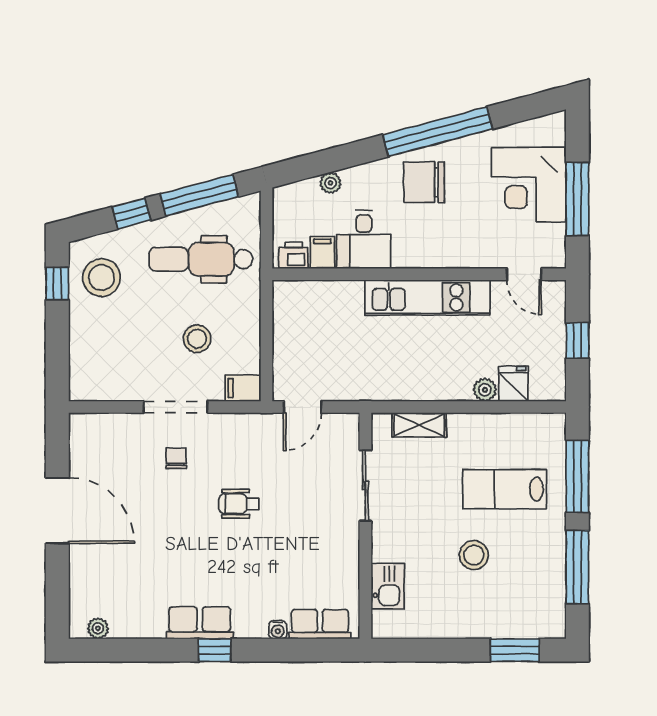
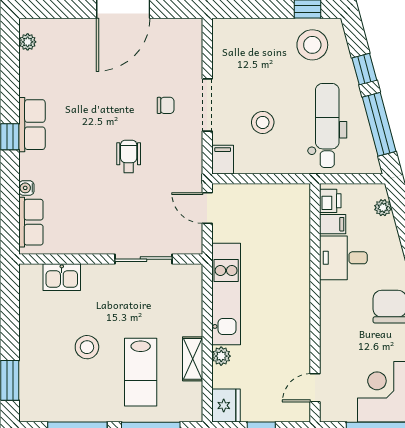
plant: (330, 183) -> (383, 208), moved
kitchen unit: (428, 298) -> (226, 294), moved, turned 180
fridge: (513, 384) -> (226, 405), moved, width x1.38
shelving: (419, 425) -> (193, 359), moved
lab bench: (505, 489) -> (141, 372), turned 180

